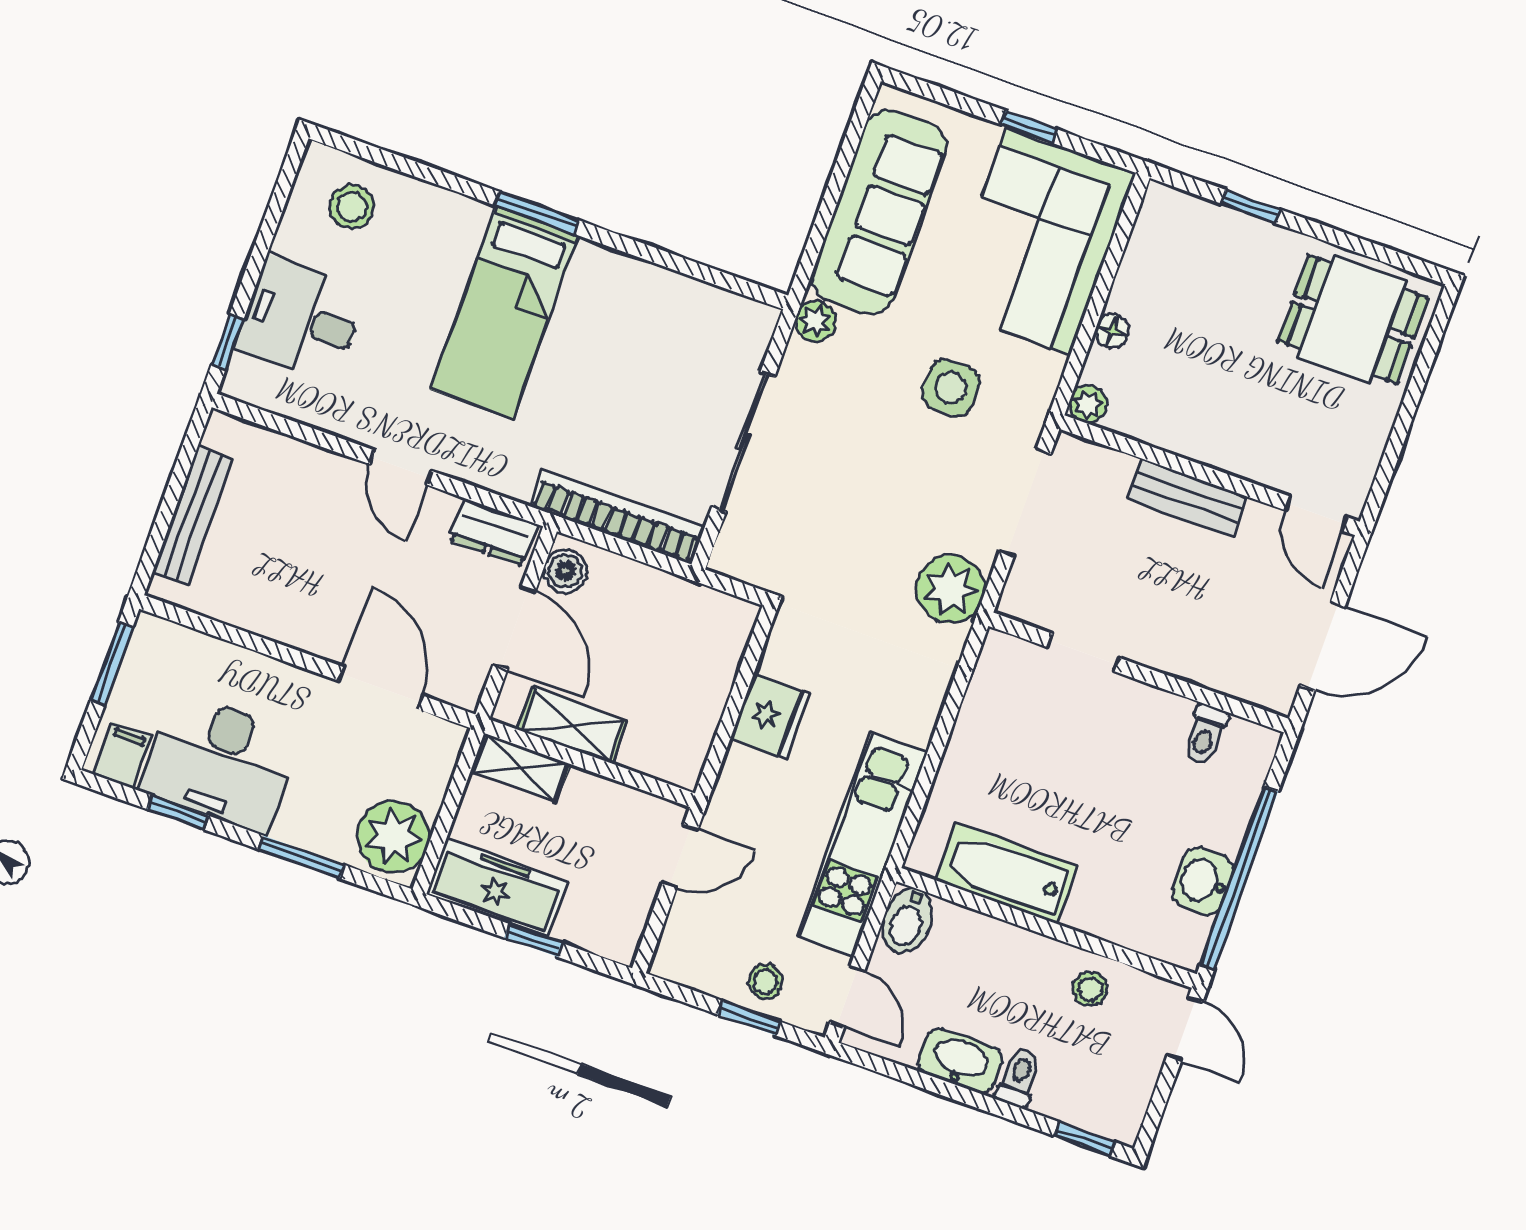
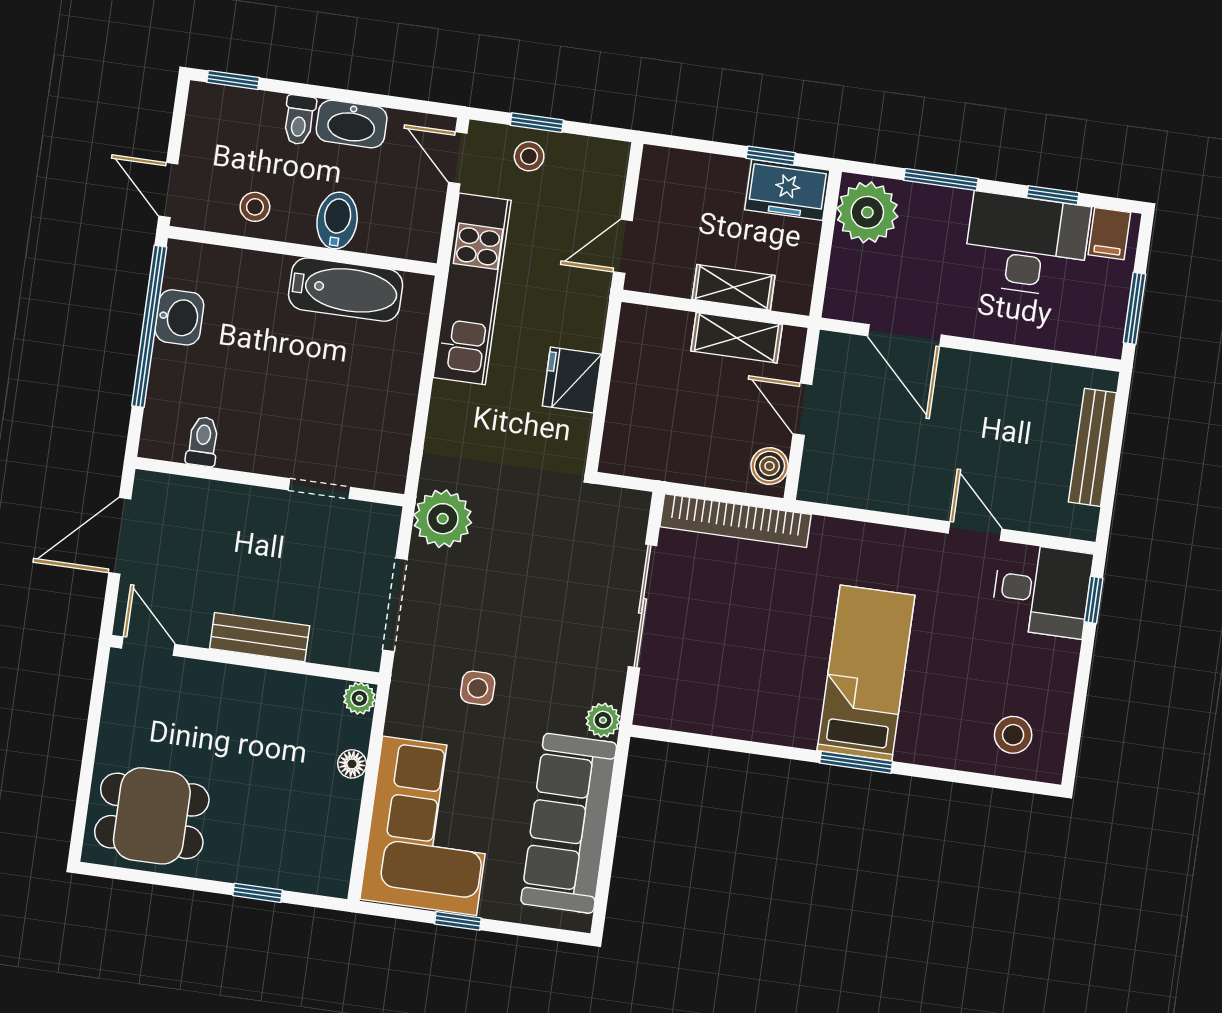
desk: (301, 319) -> (1042, 590), moved
side table: (951, 388) -> (478, 688), width x0.73, depth x0.73
door: (401, 467) -> (975, 531), moved
dresser: (494, 532) -> (837, 486), removed
door: (514, 628) -> (802, 409), width x0.73
shelving: (520, 768) -> (734, 287), moved
freezer: (497, 888) -> (787, 190), width x0.71
bidet: (907, 921) -> (337, 221), moved
window: (534, 941) -> (771, 156), moved

